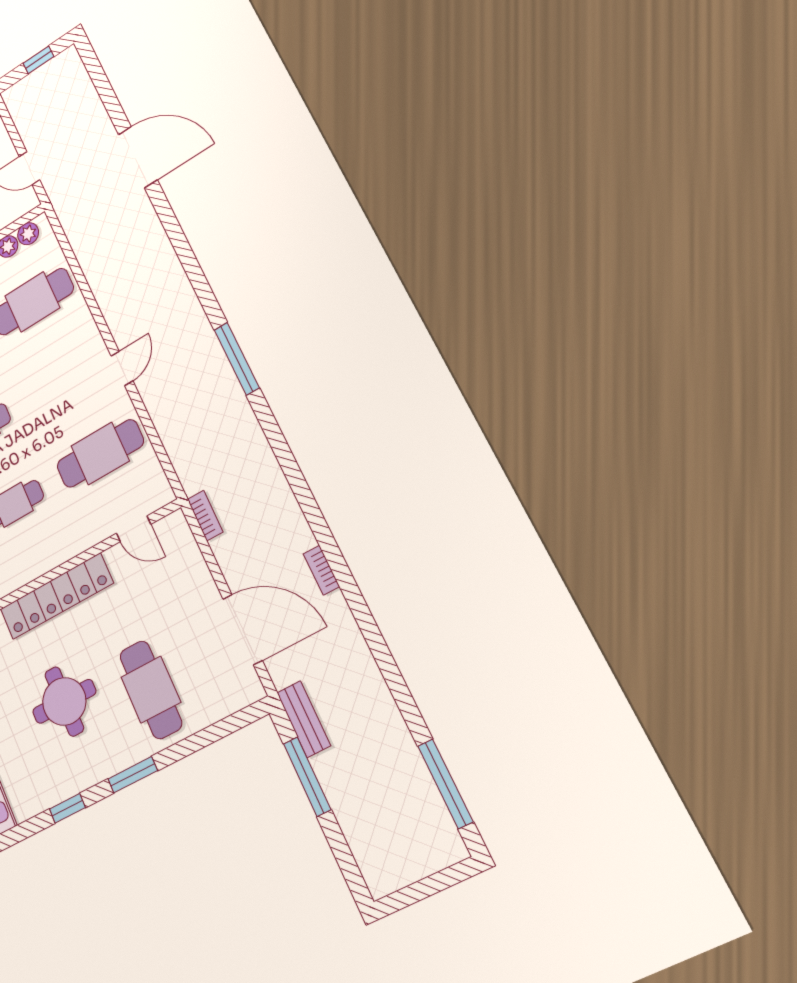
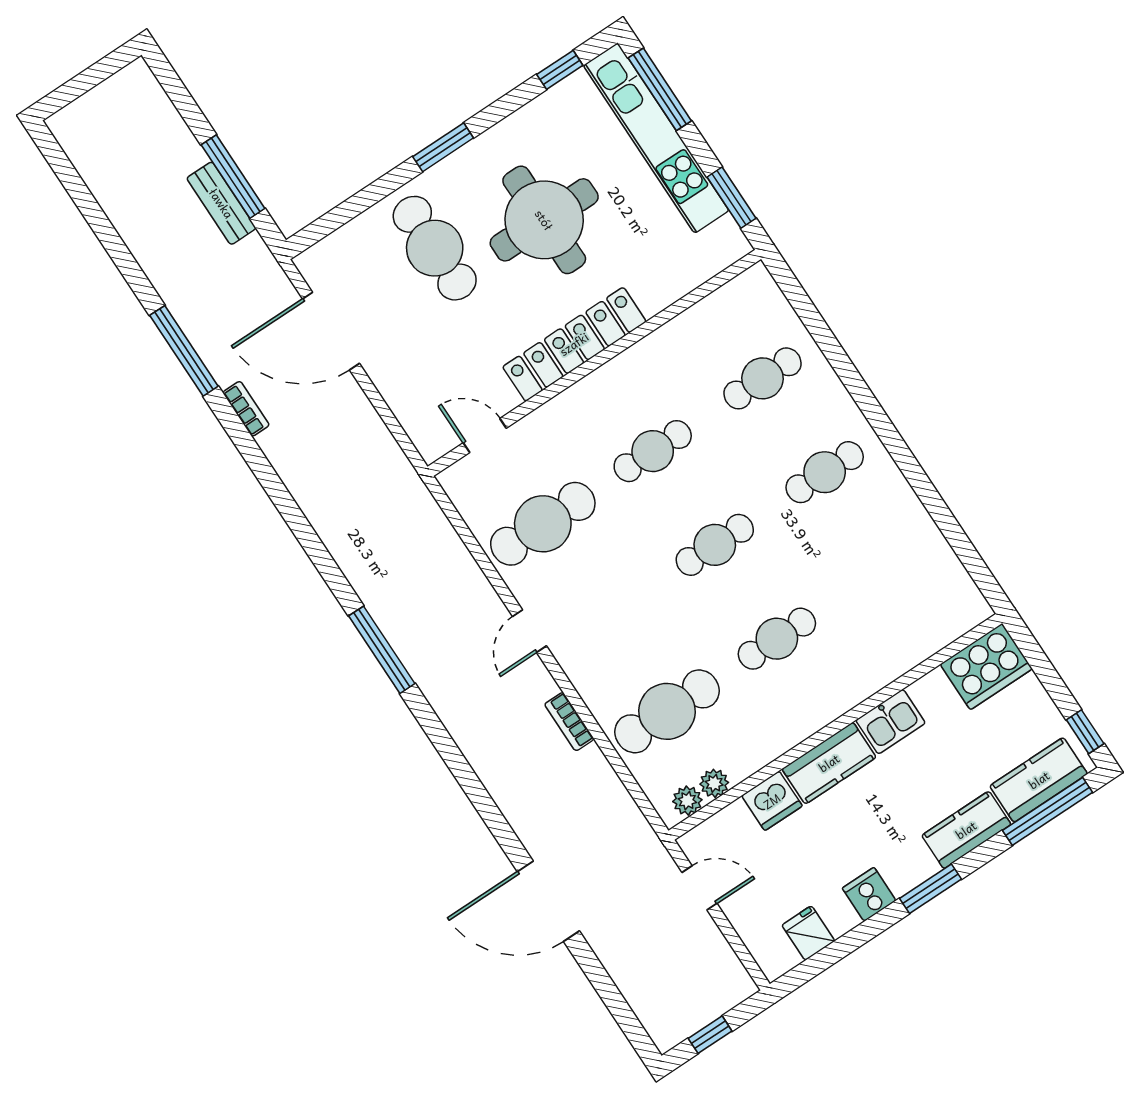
bookcase: (205, 516) -> (569, 722), moved
round table: (64, 701) -> (544, 220), width x1.36, depth x1.36
bench: (304, 719) -> (221, 203), moved
window: (445, 784) -> (184, 351), moved
window: (67, 808) -> (560, 70), moved

